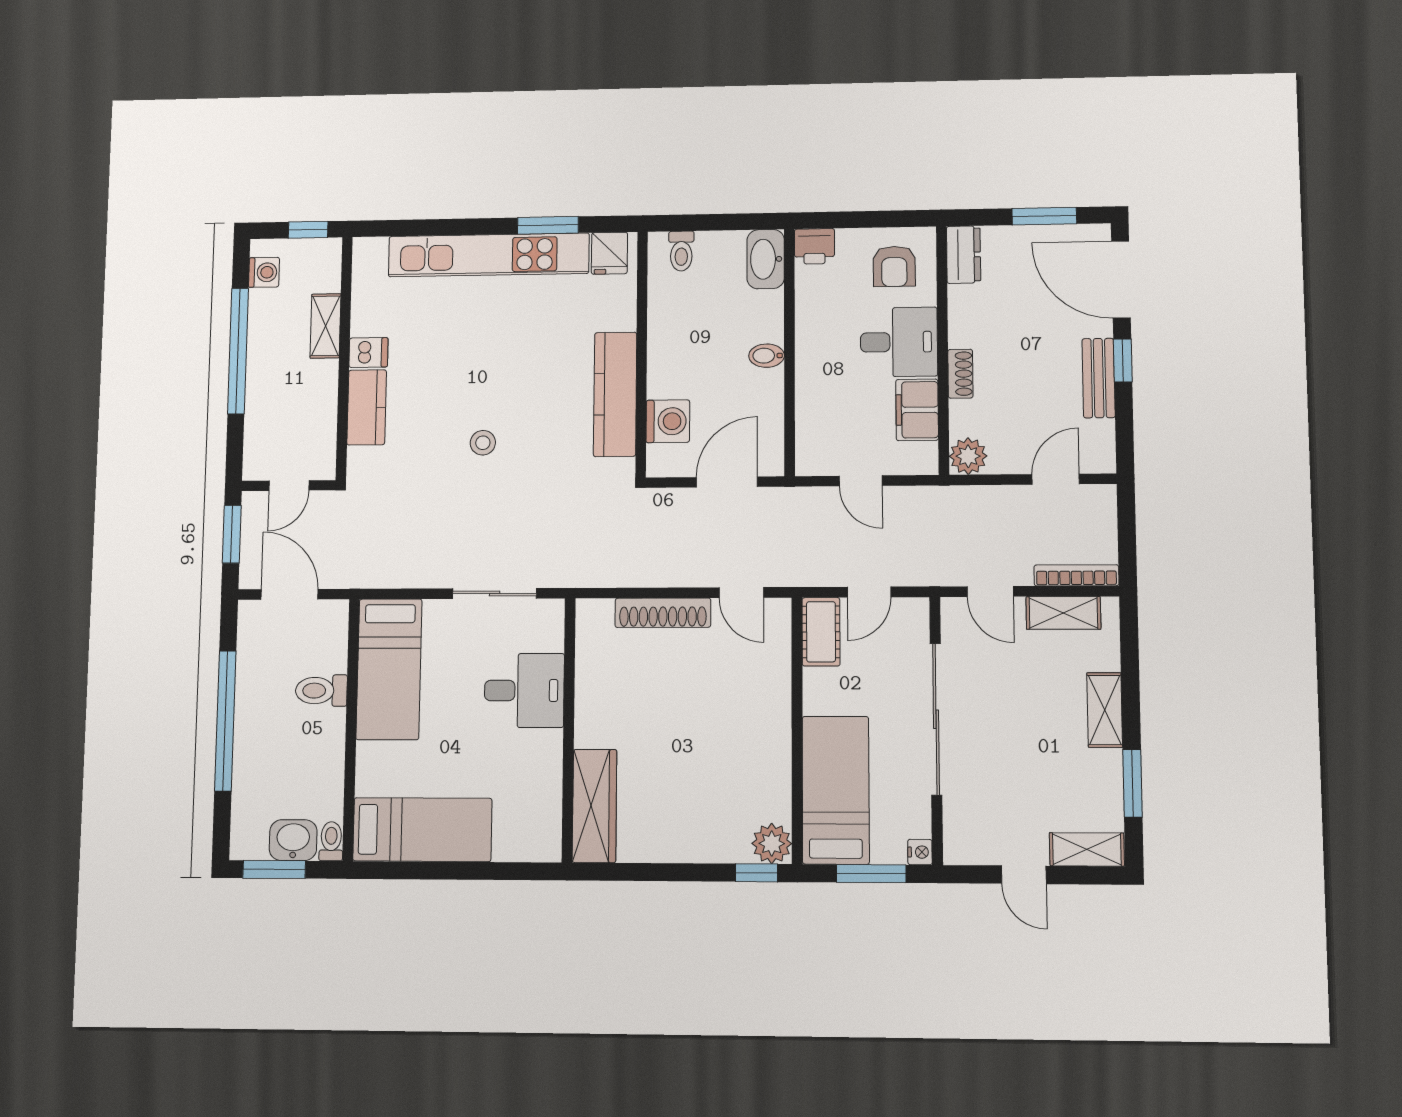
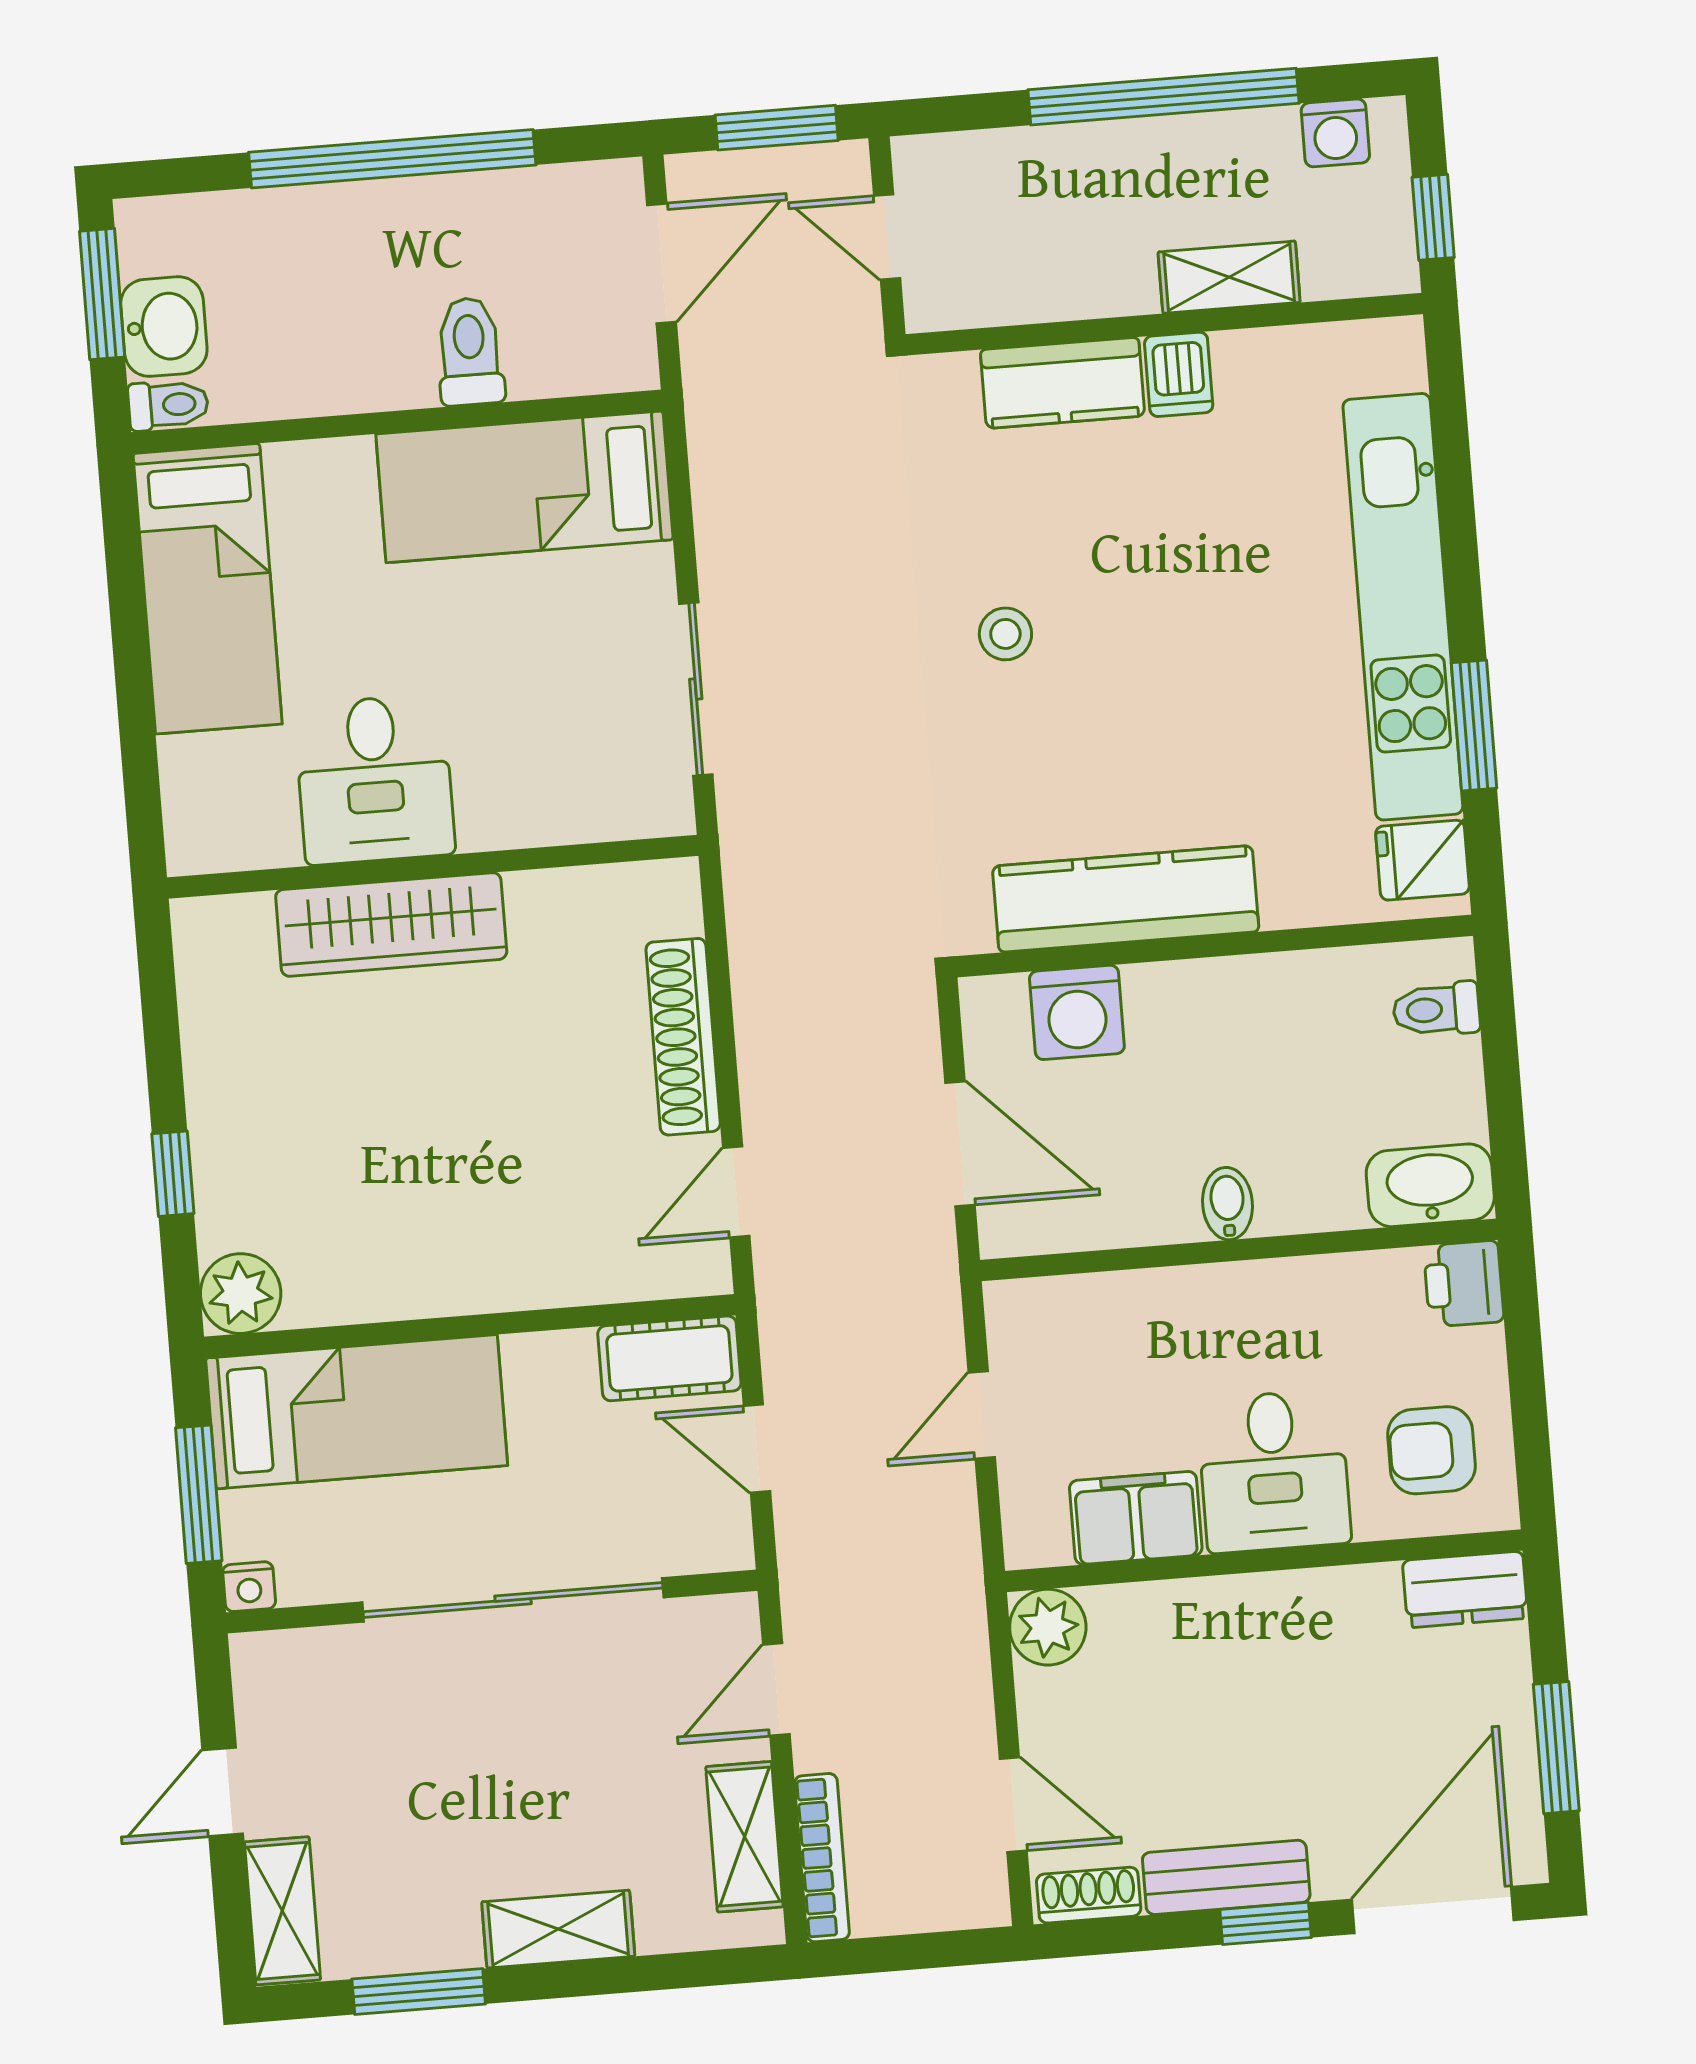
shoe rack: (960, 374) -> (1089, 1895), moved, turned 180
desk: (524, 690) -> (375, 779), moved
wardrobe: (594, 806) -> (391, 924), moved
window: (756, 873) -> (173, 1174), moved

